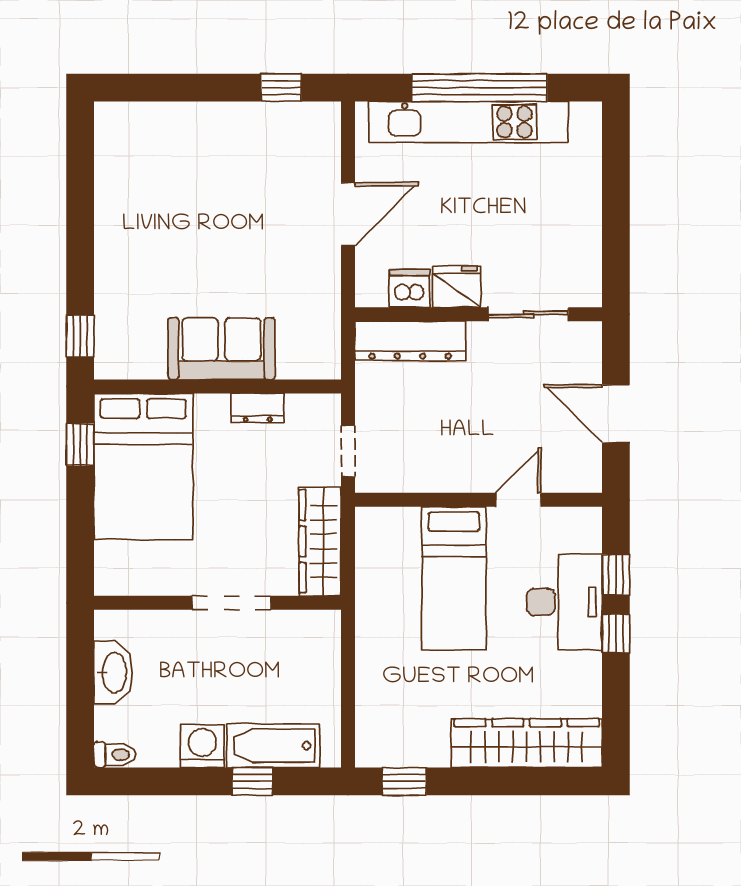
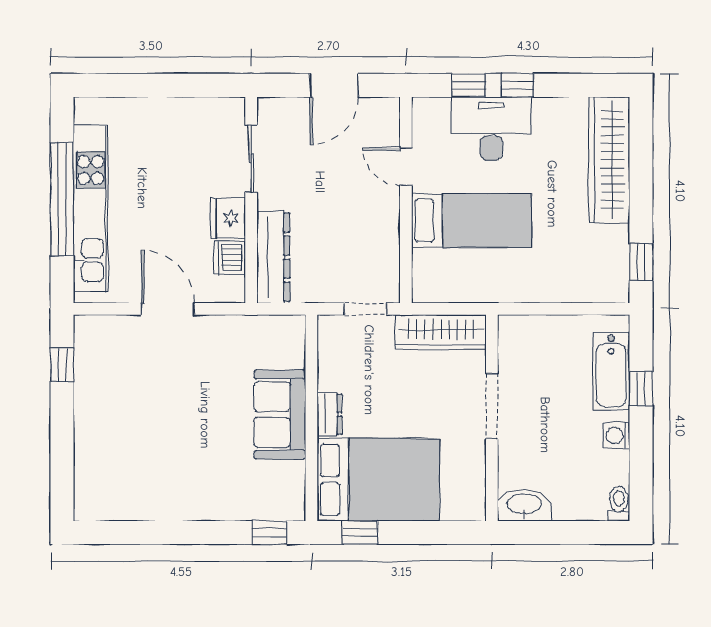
dresser: (258, 408) -> (329, 414), moved
washbasin: (113, 673) -> (524, 505), moved
washing machine: (202, 746) -> (616, 435), width x0.73, depth x0.73

